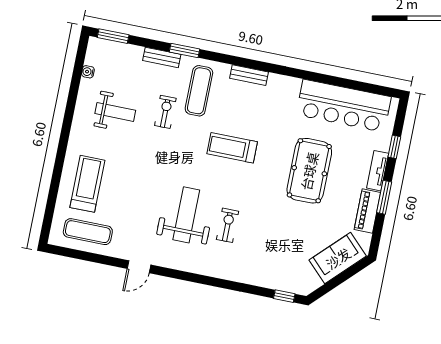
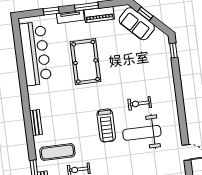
treadmill: (232, 148) -> (106, 126), moved
pool table: (309, 171) -> (86, 62), turned 90
window: (347, 274) -> (145, 14), added

